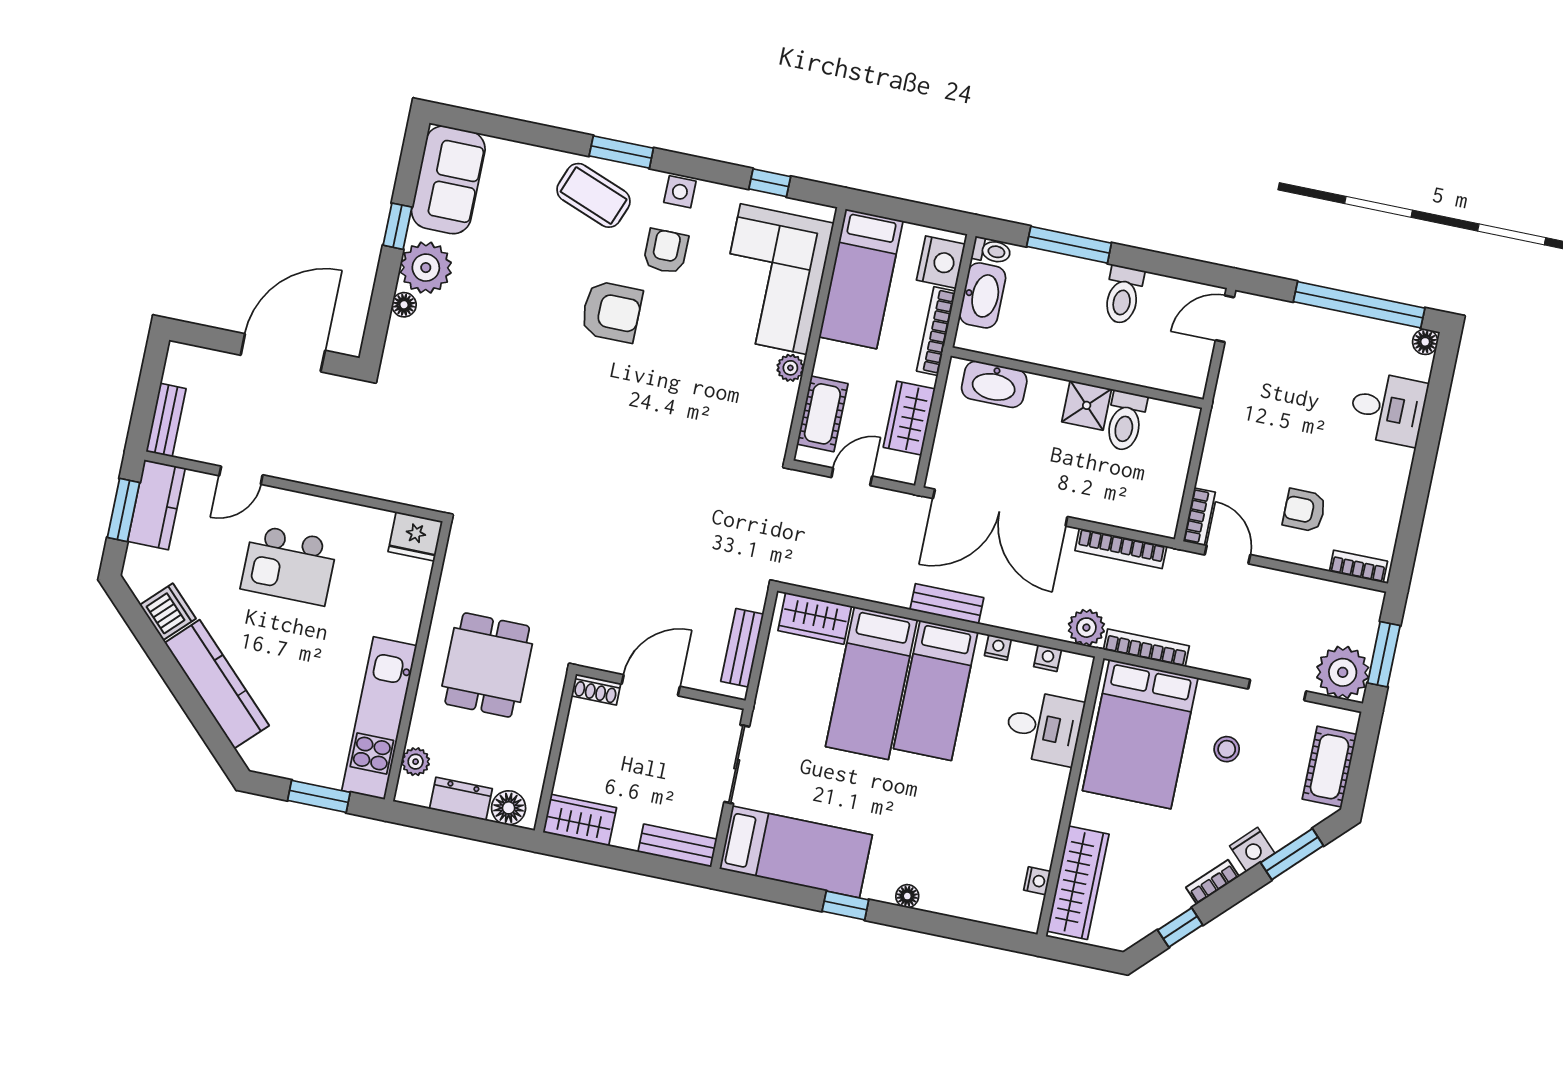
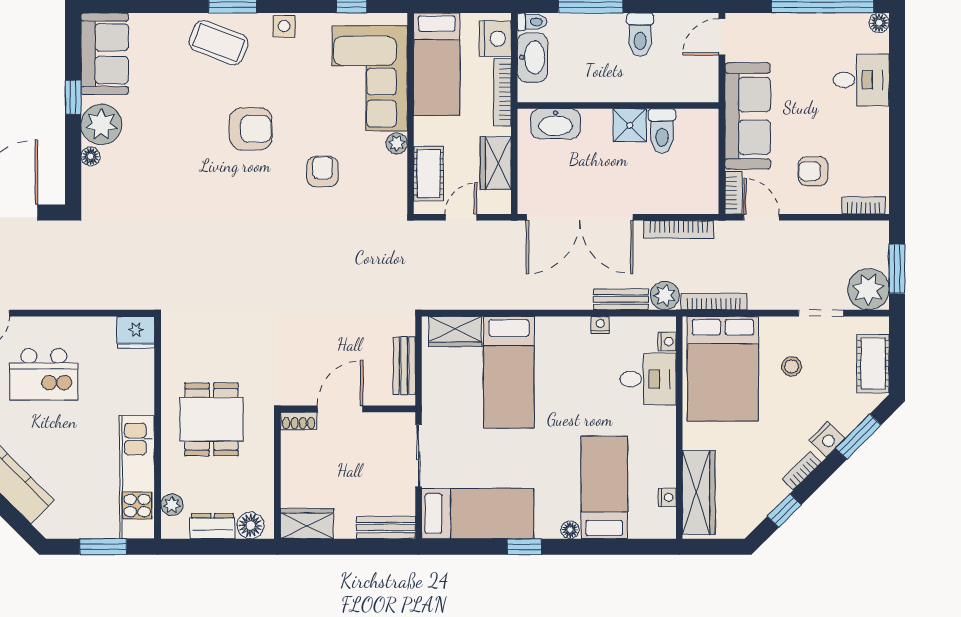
armchair: (666, 251) -> (323, 172), moved
sofa: (1237, 424) -> (748, 116), added
bench: (947, 604) -> (621, 299), moved
nightstand: (1048, 658) -> (667, 342), moved, turned 90
bed: (936, 690) -> (604, 487), moved, turned 180

